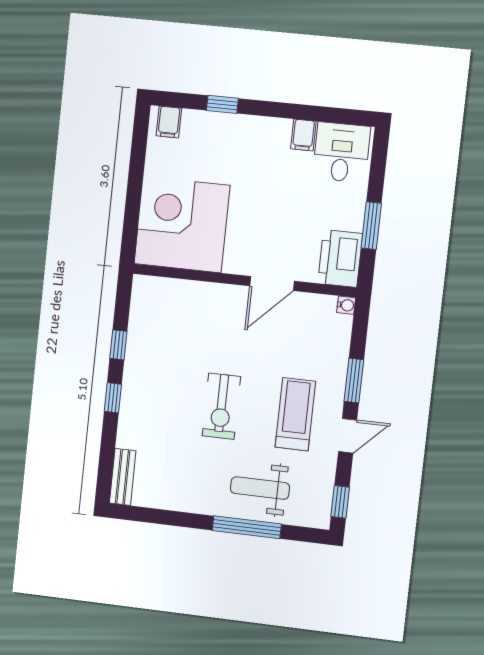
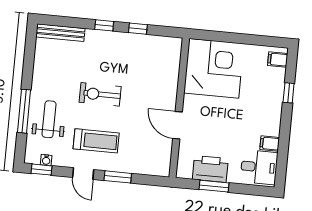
printer: (340, 258) -> (210, 169), moved
water cooler: (346, 305) -> (46, 160), moved
bench: (123, 477) -> (60, 33), width x1.36

